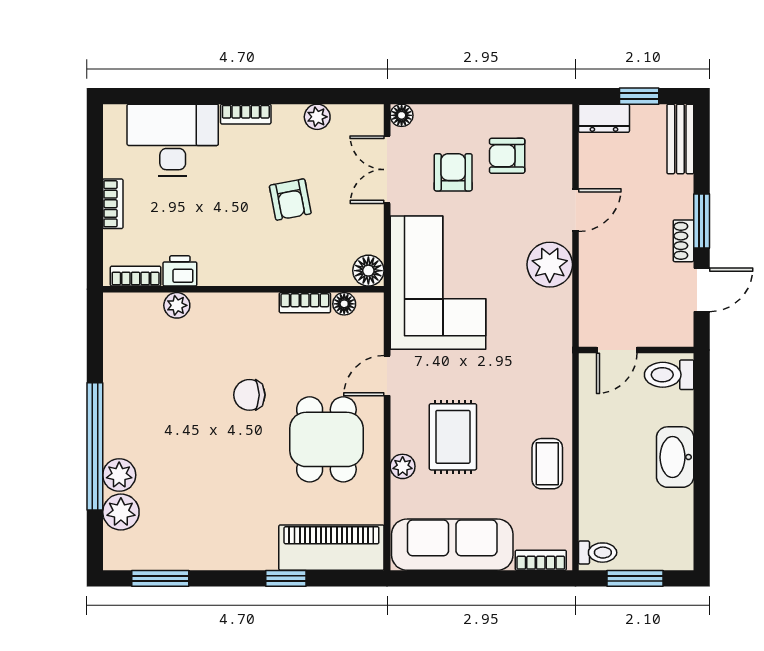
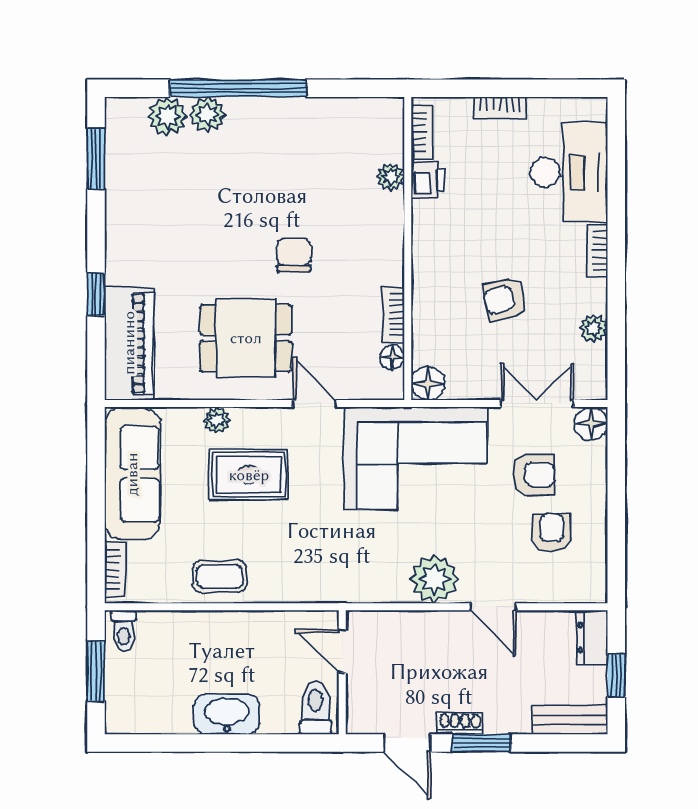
floor lamp: (402, 115) -> (591, 424), width x1.37, depth x1.37

